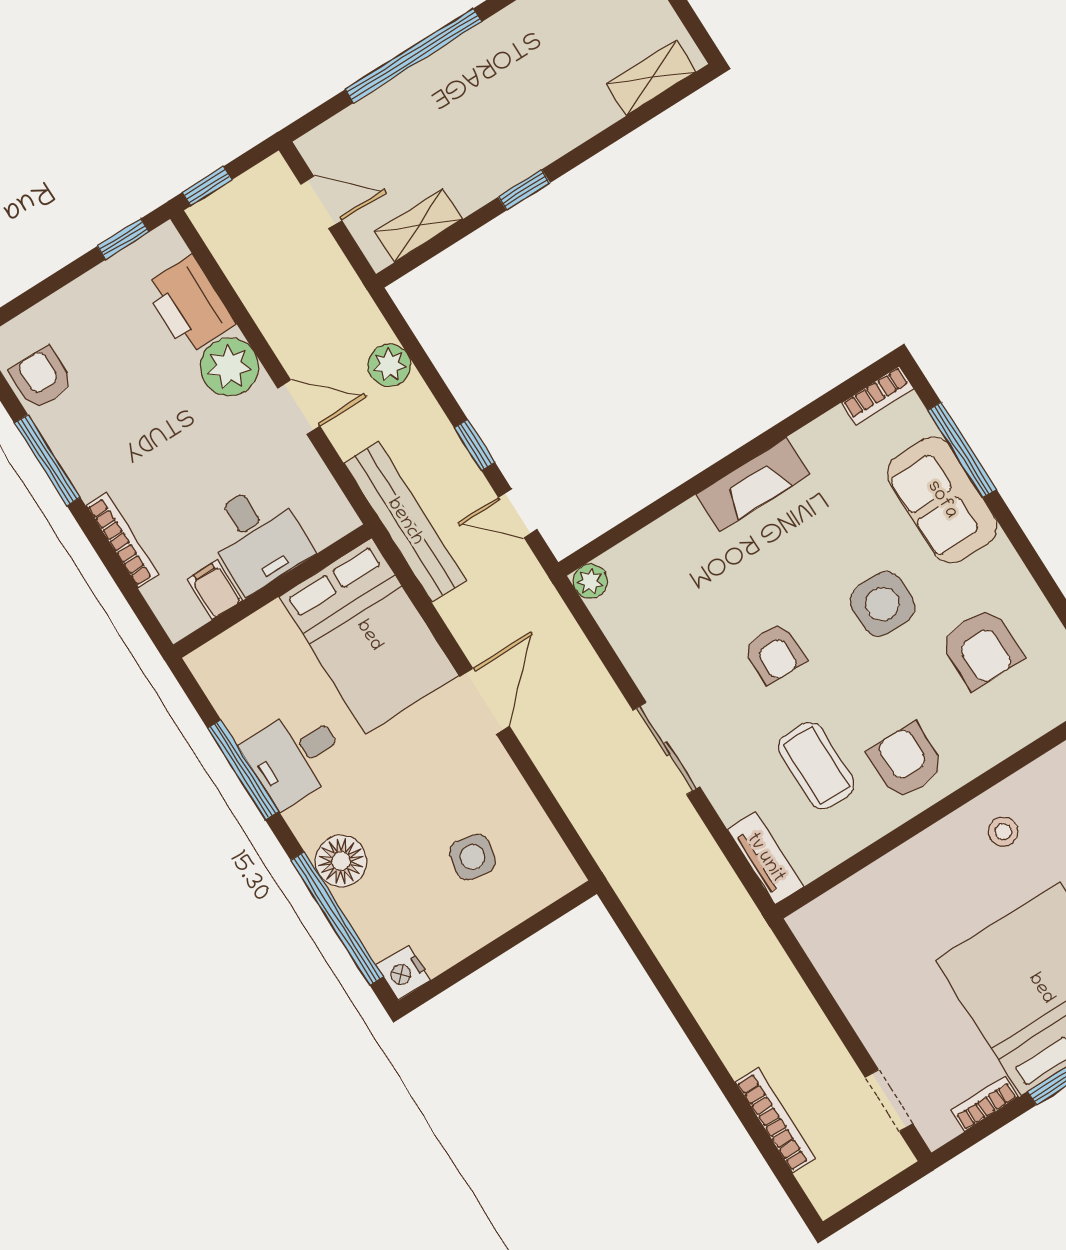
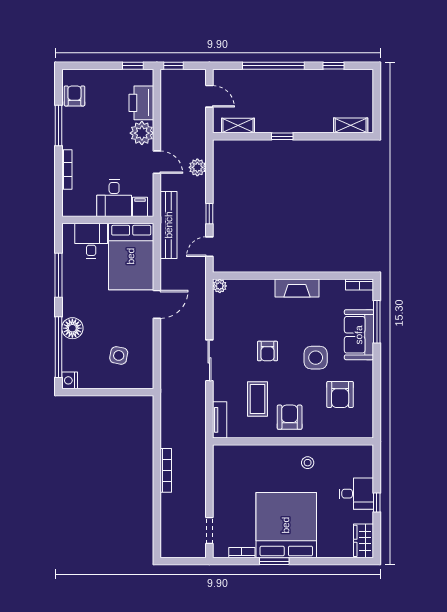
door: (518, 513) -> (209, 247), hinge flipped
filing cabinet: (215, 590) -> (140, 207), moved
desk: (295, 756) -> (91, 241), moved, turned 90
bookcase: (775, 1120) -> (166, 470), moved

